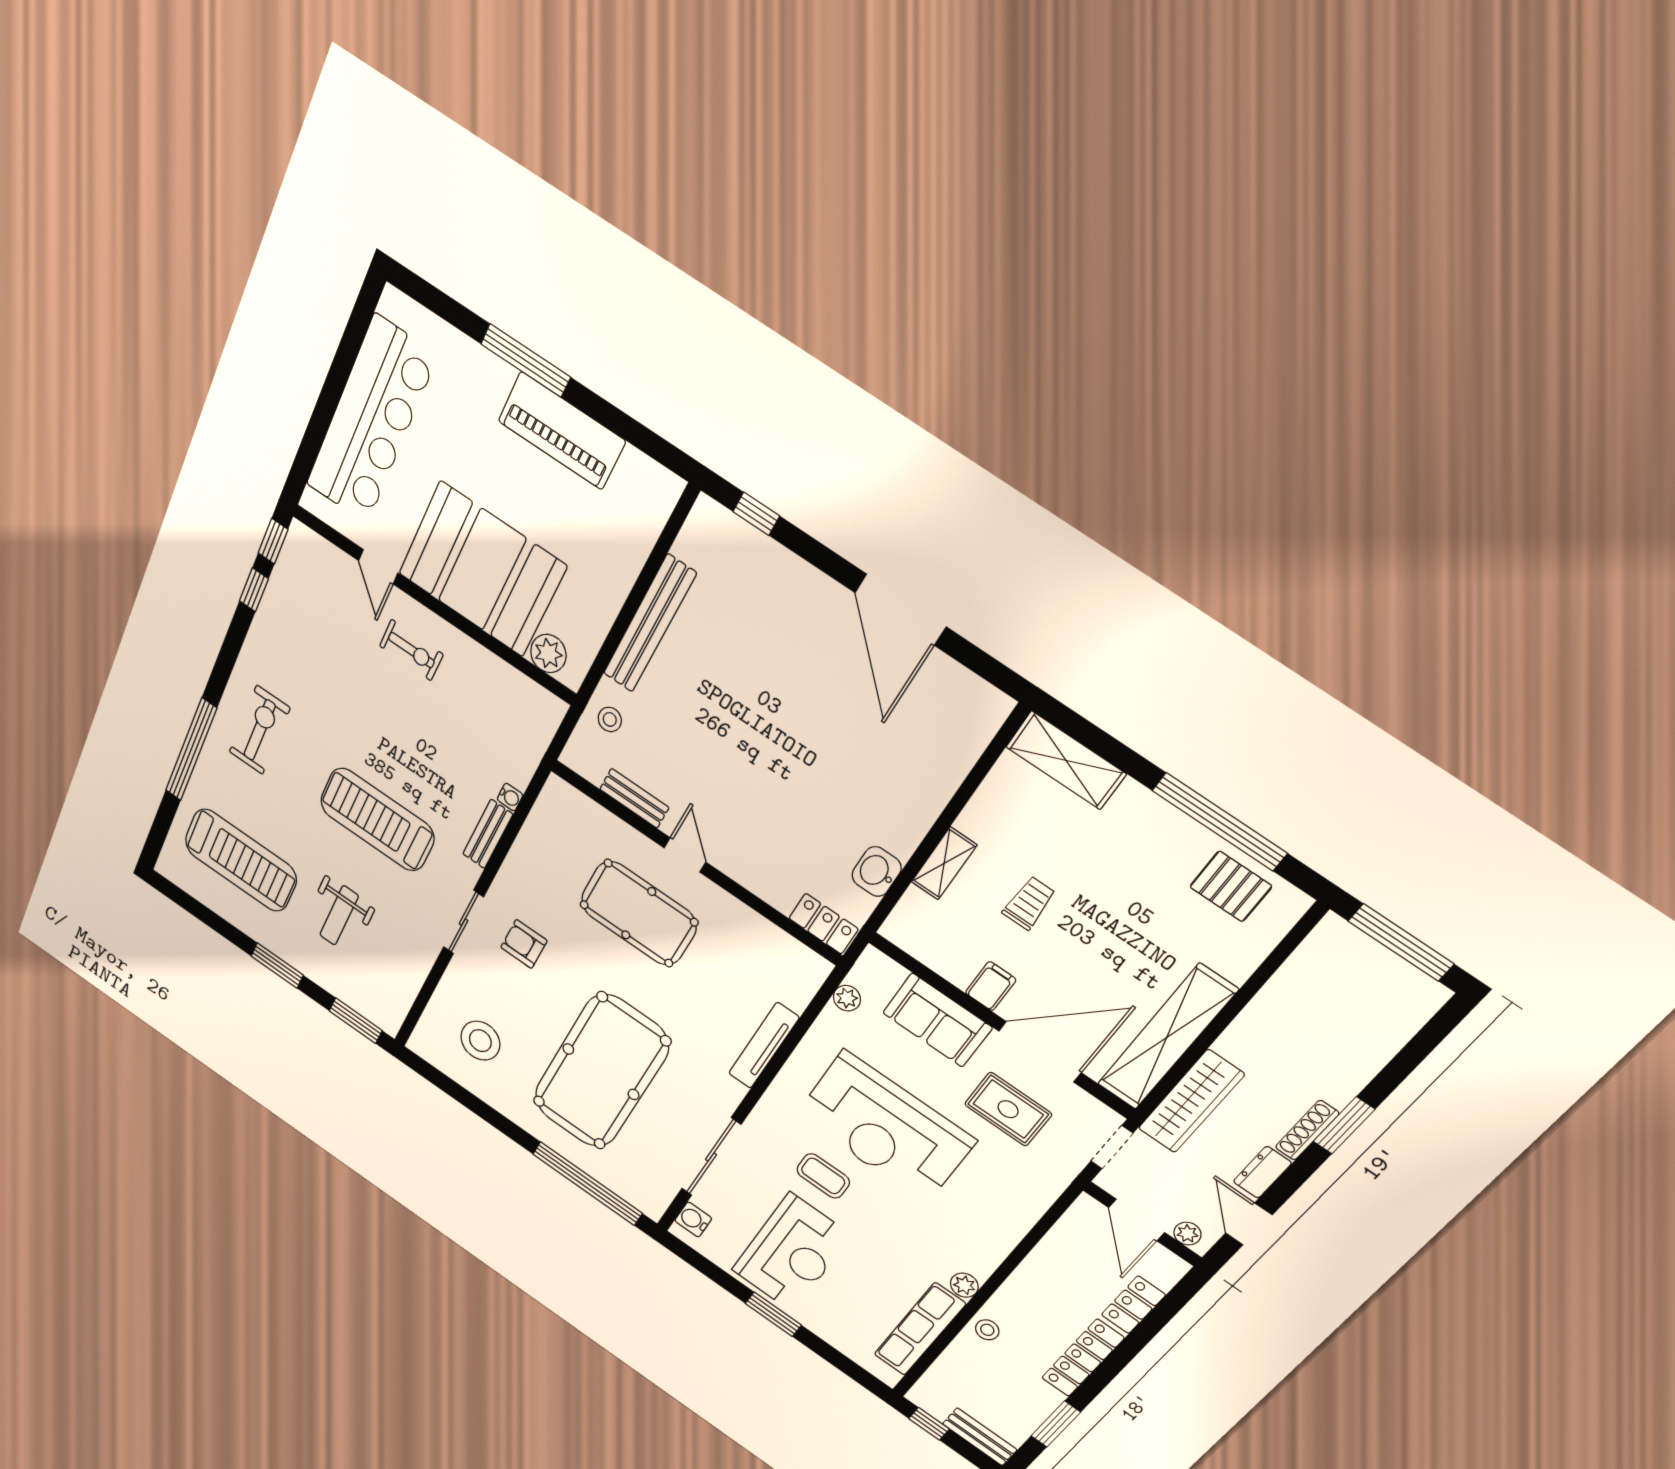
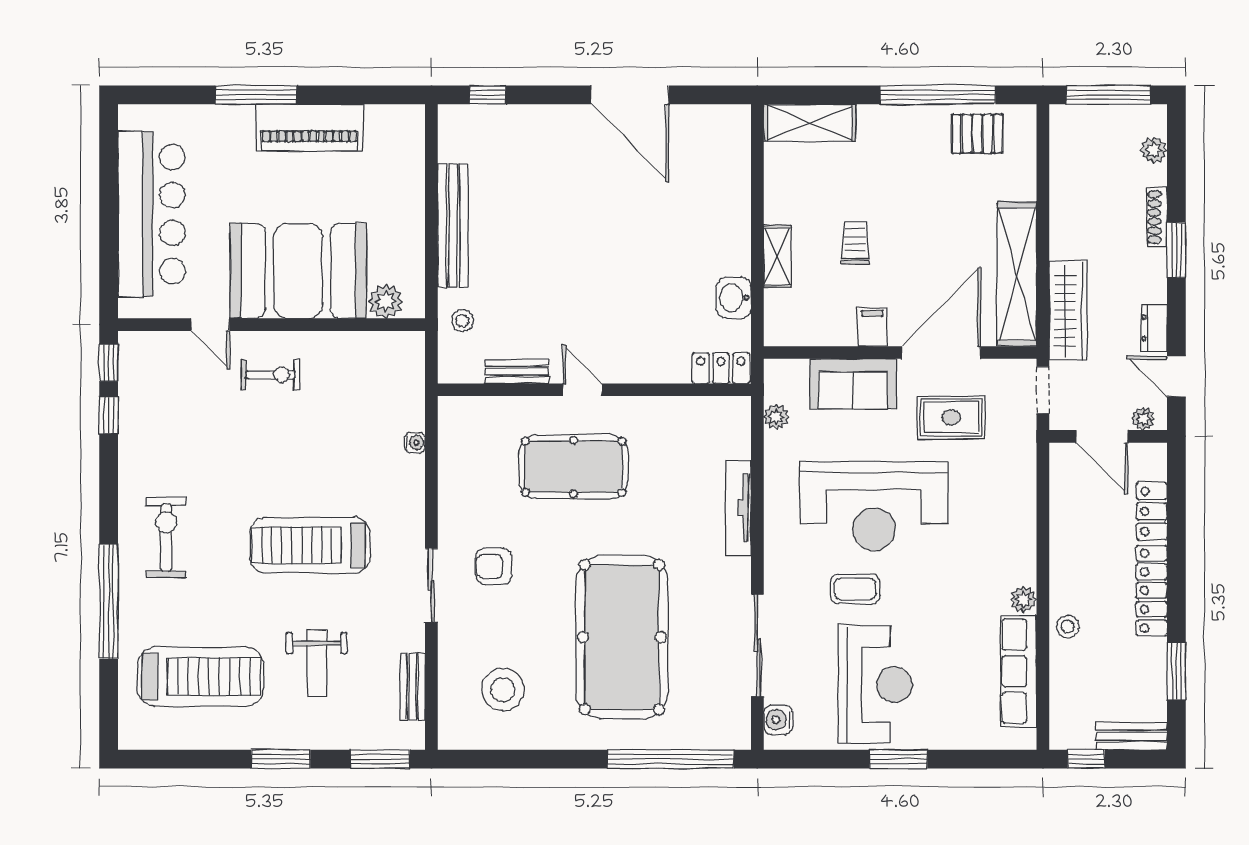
bench: (488, 834) -> (412, 686), moved
plant: (1402, 1025) -> (1154, 150), added
shoe rack: (1307, 1130) -> (1157, 217), moved

